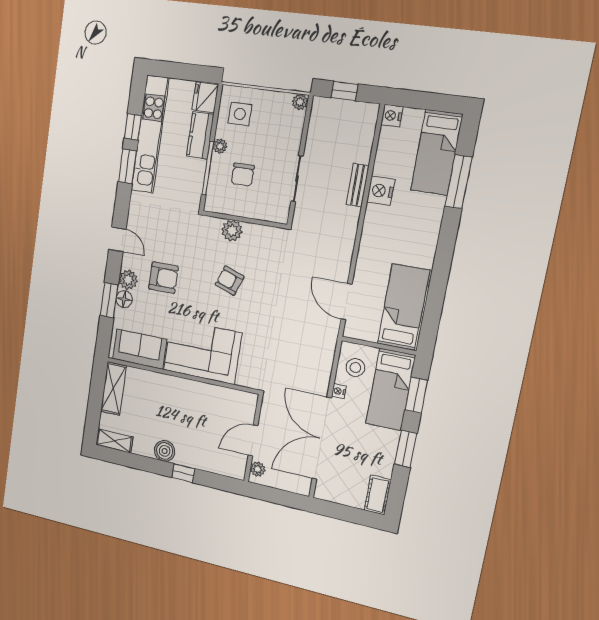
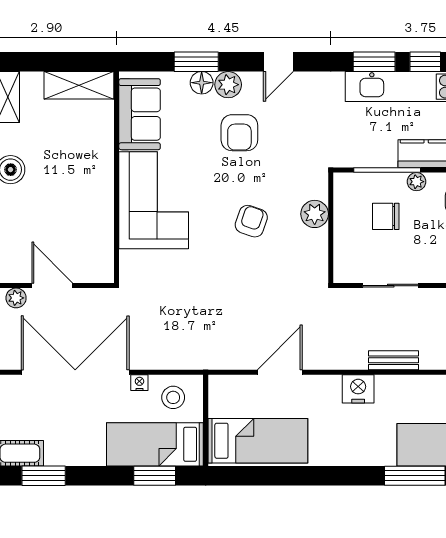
nightstand: (381, 191) -> (358, 389), moved
door: (347, 302) -> (280, 372), moved
window: (406, 449) -> (44, 476), moved

